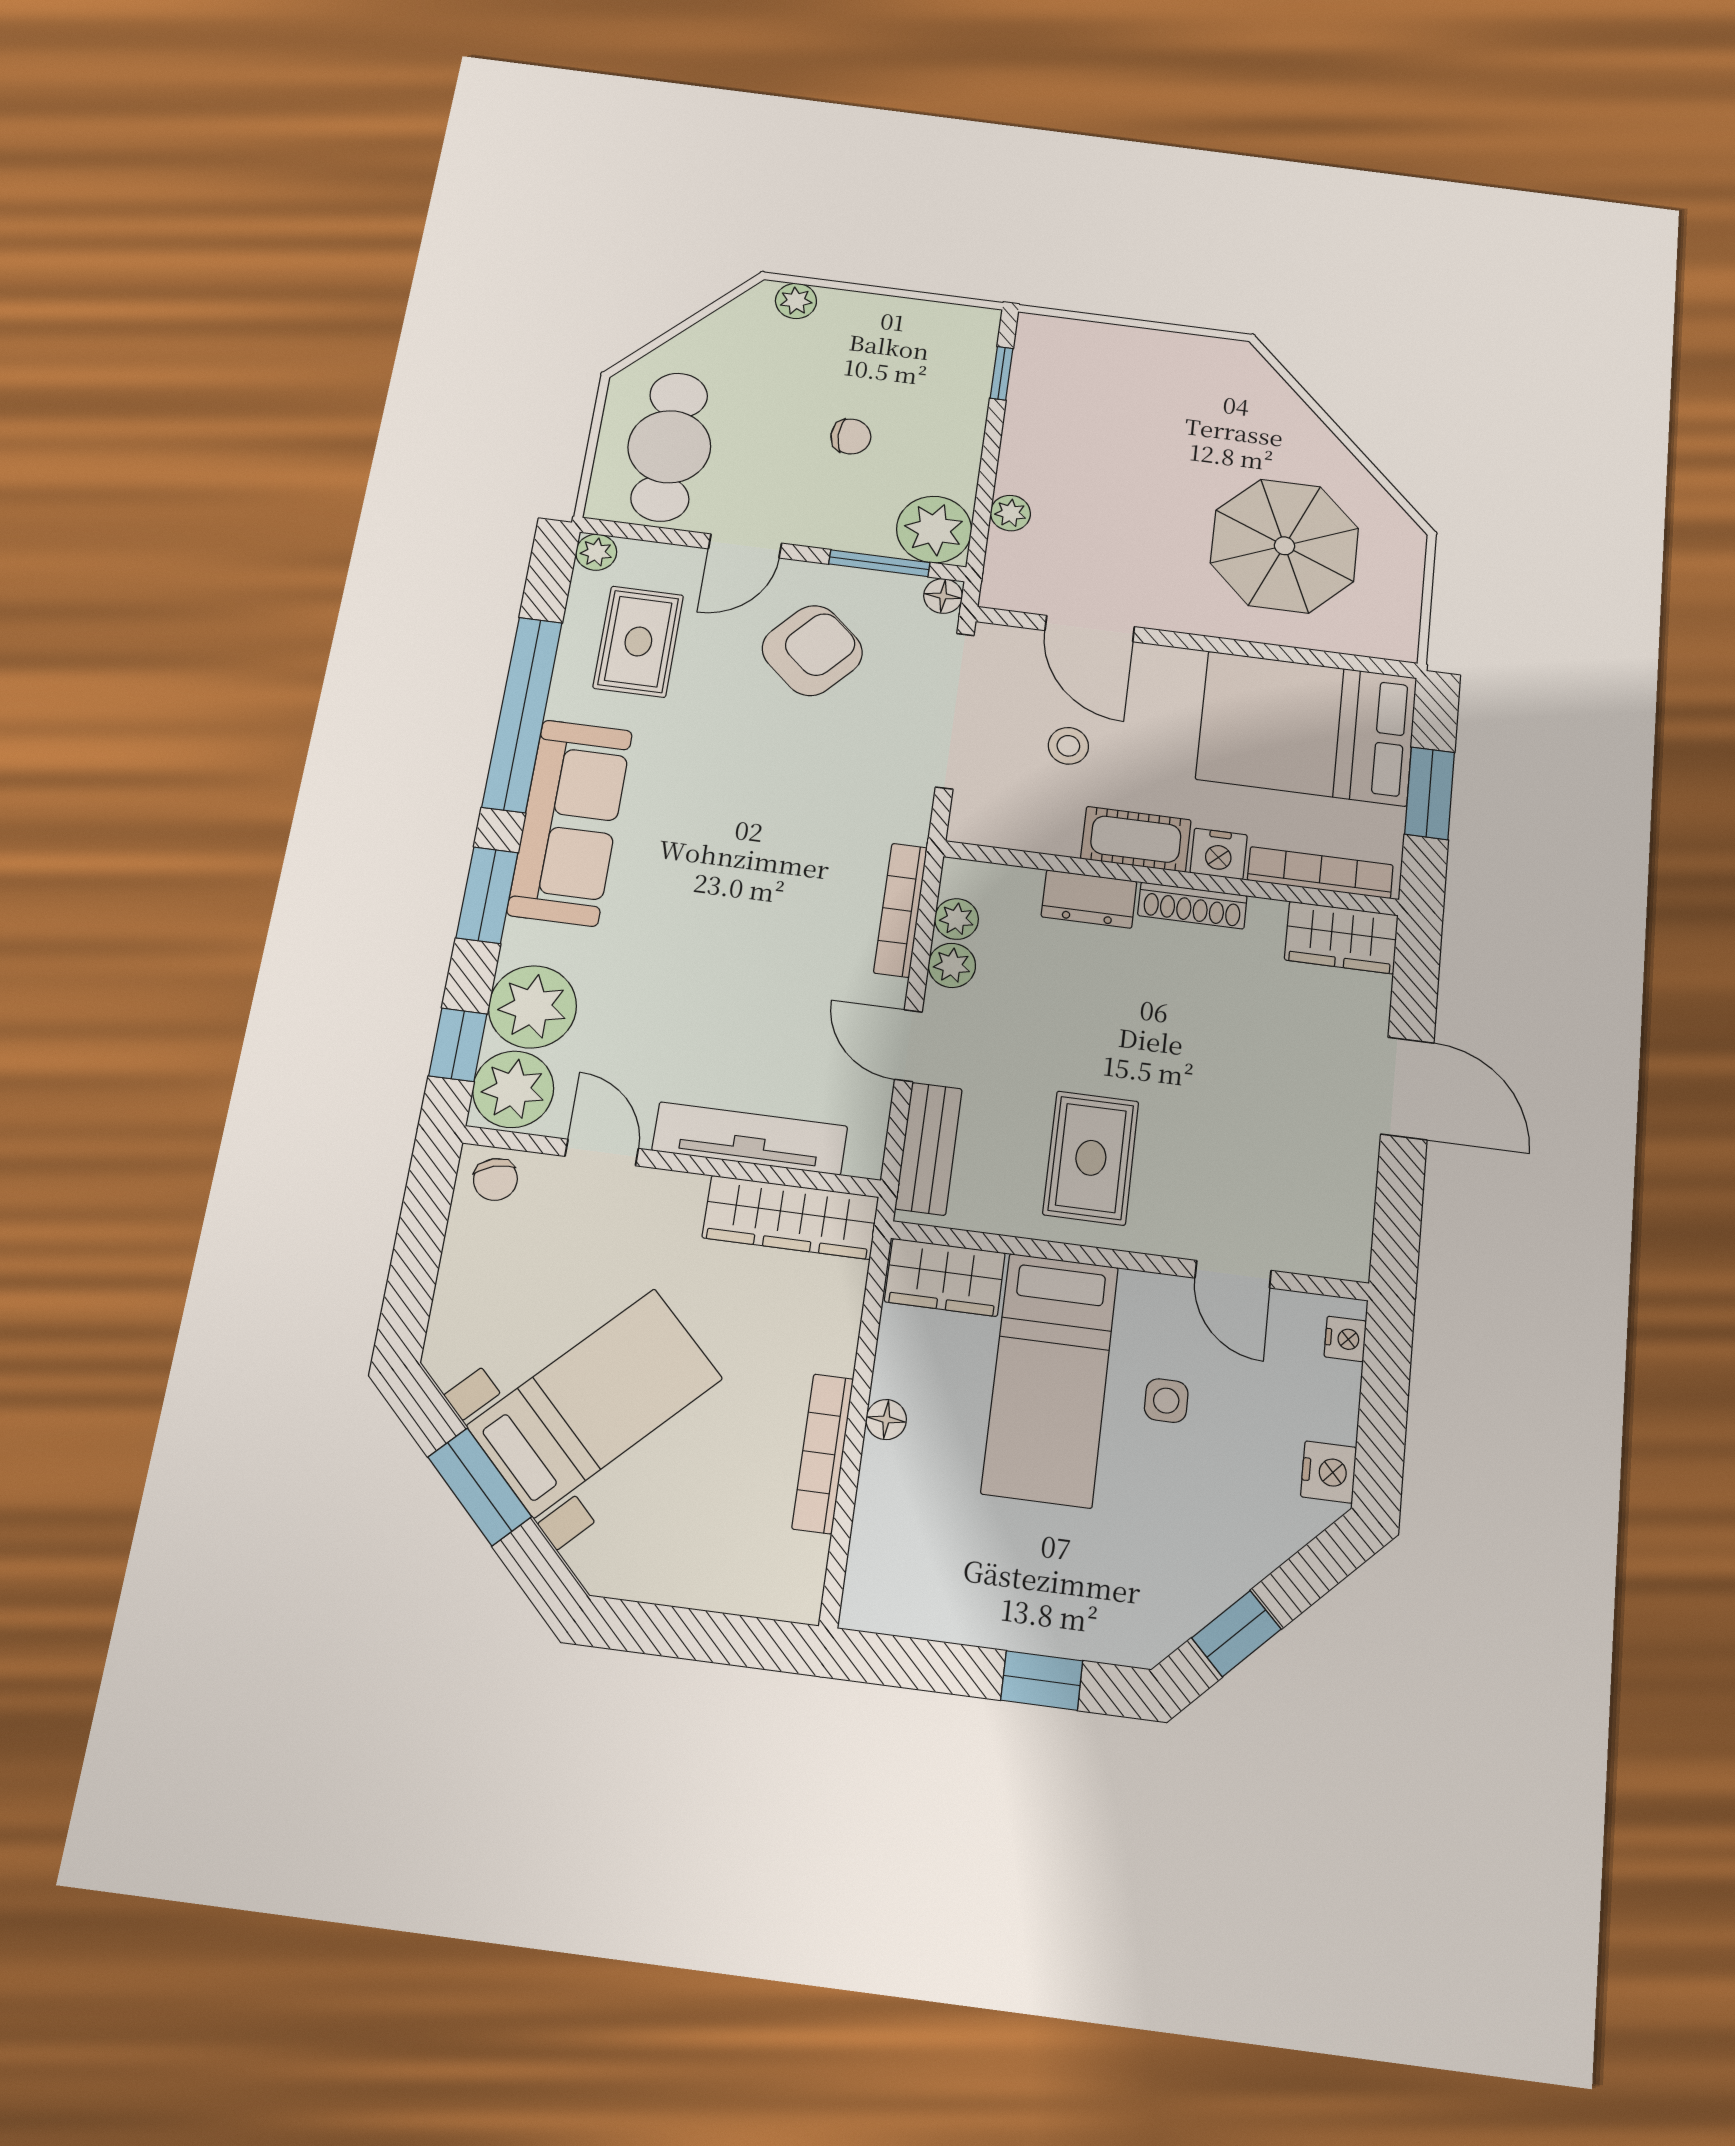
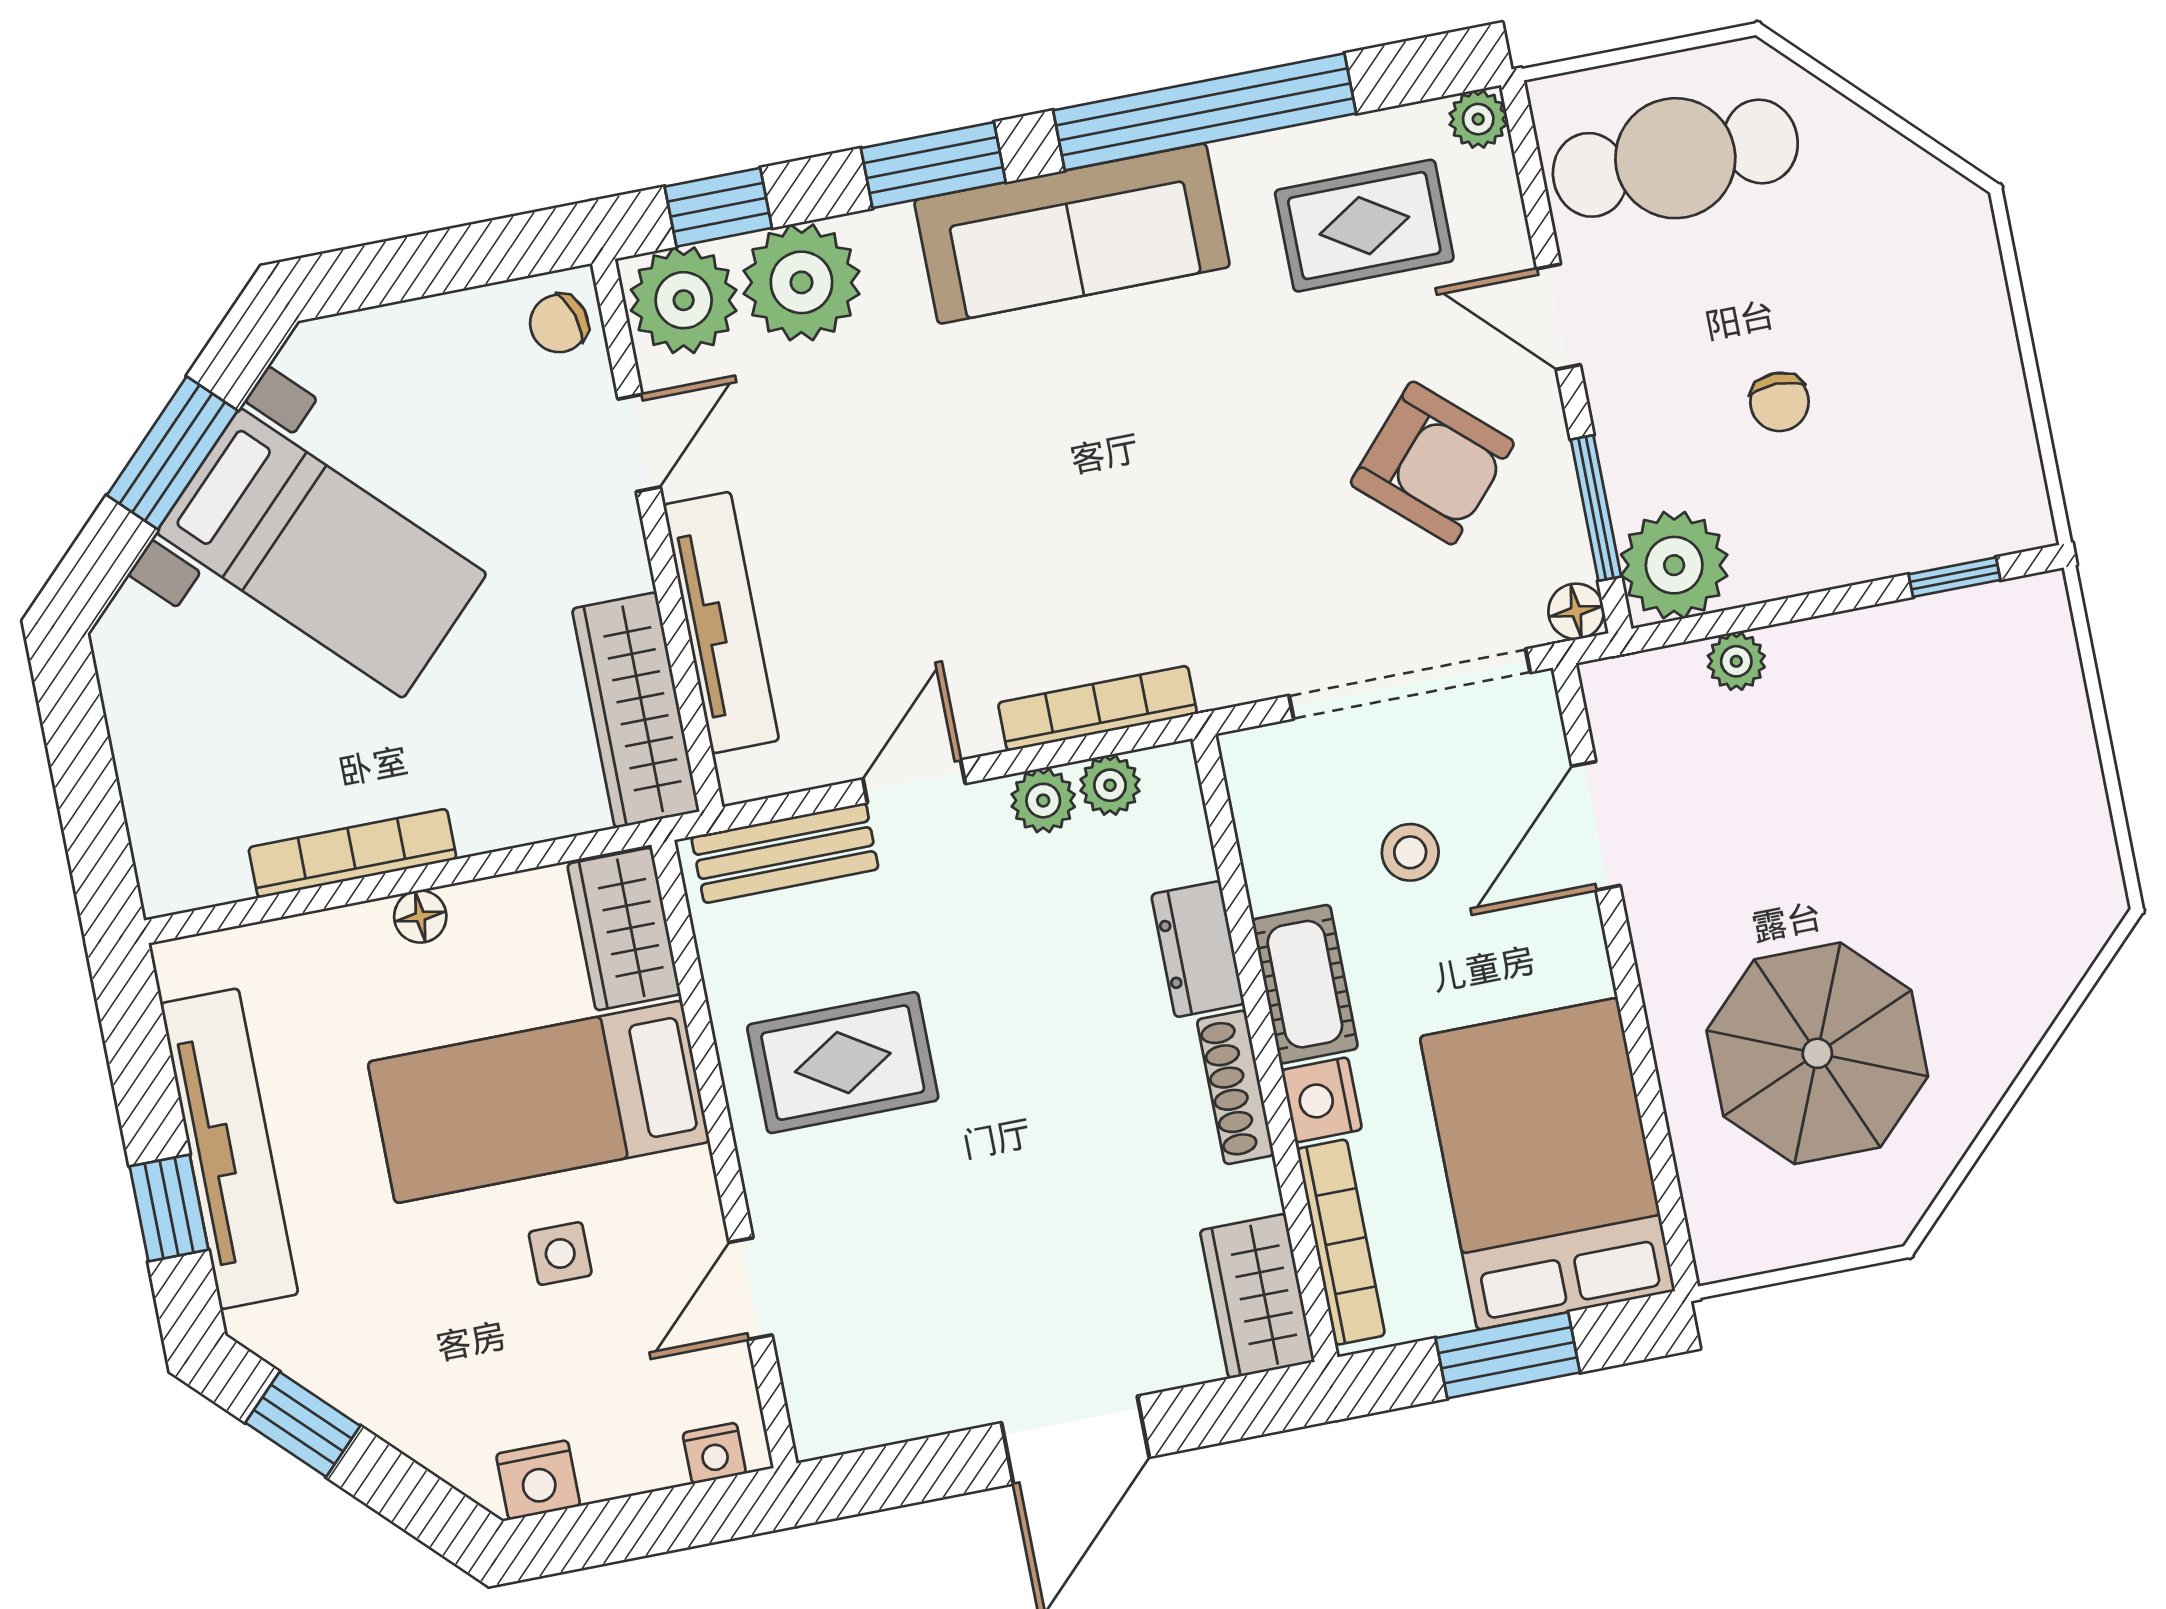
plant: (796, 301) -> (1971, 250), removed
tv unit: (1012, 1619) -> (229, 1149), added

